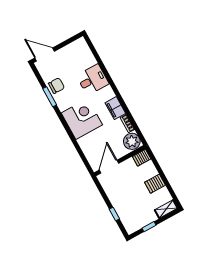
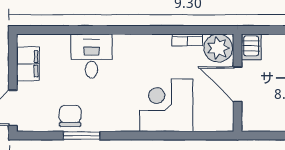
filing cabinet: (115, 108) -> (28, 64), moved, turned -90
corner desk: (82, 119) -> (166, 105), moved
door: (109, 167) -> (237, 84), moved

